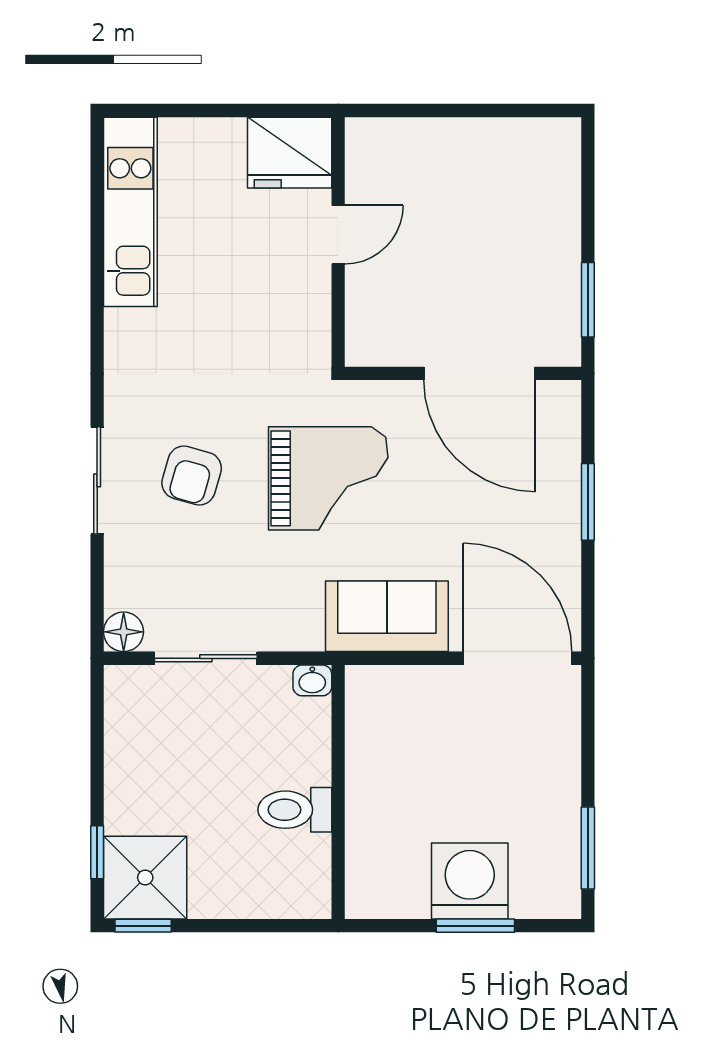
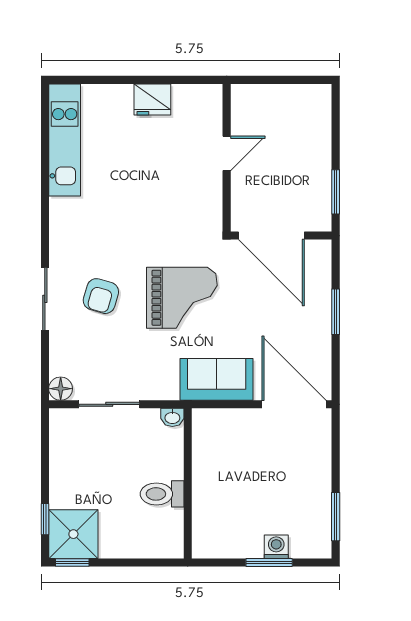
fridge: (290, 153) -> (152, 99), width x0.73, depth x0.75
door: (338, 235) -> (227, 153), moved
wall: (338, 242) -> (227, 158), moved
washing machine: (470, 881) -> (276, 547), width x0.53, depth x0.53

